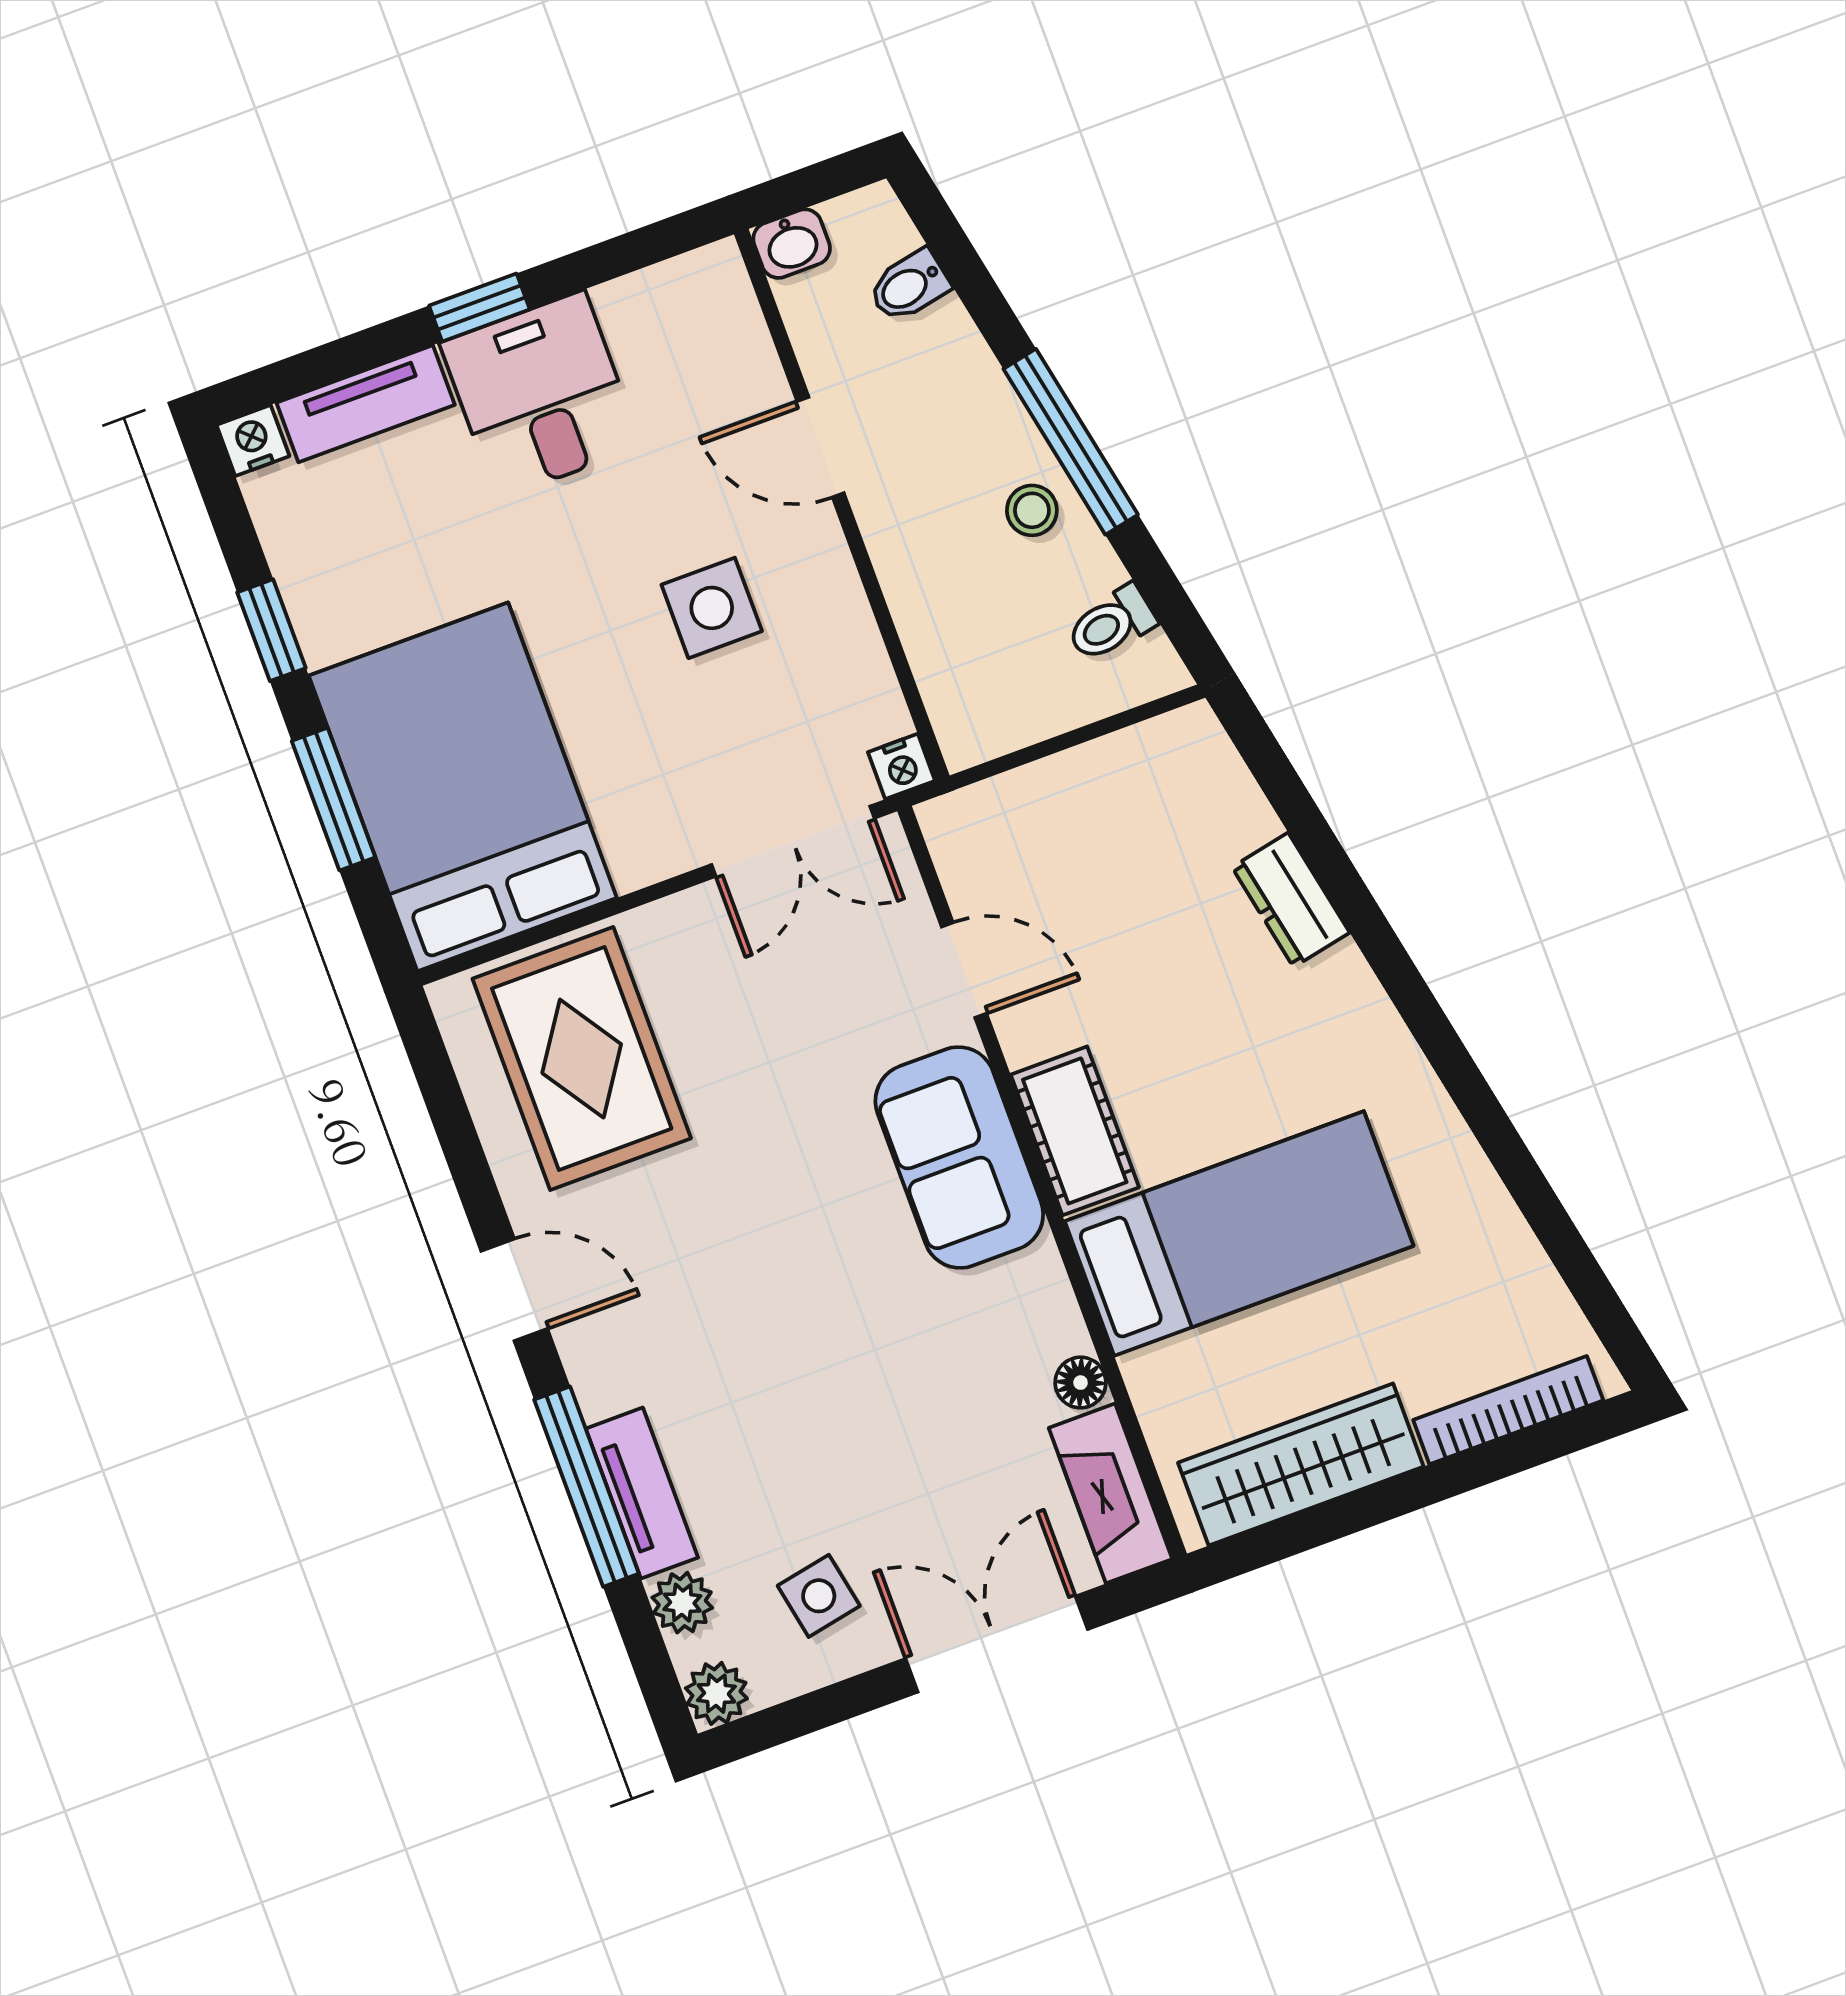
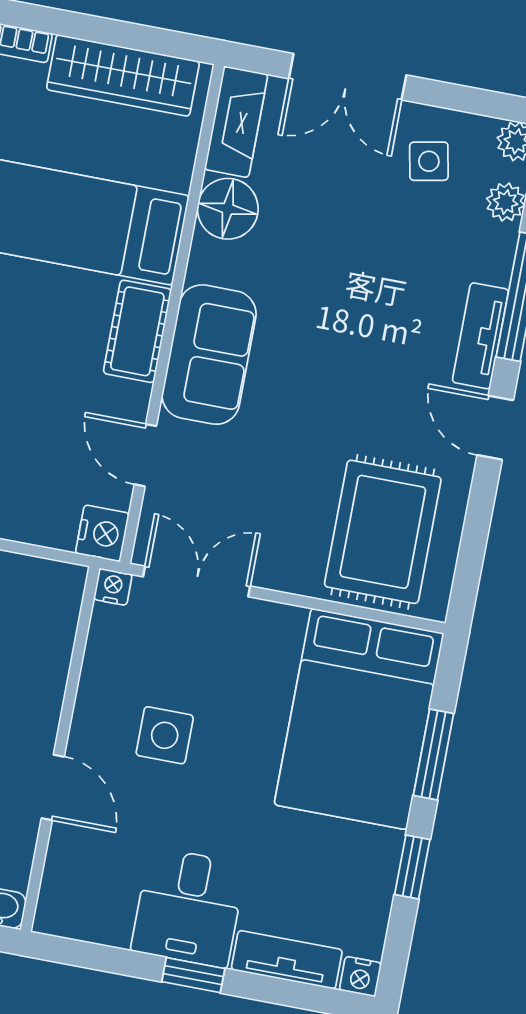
nightstand: (959, 830) -> (102, 533), added
floor lamp: (1081, 1383) -> (228, 209), width x1.89, depth x1.89
tv unit: (642, 1493) -> (480, 336), moved

